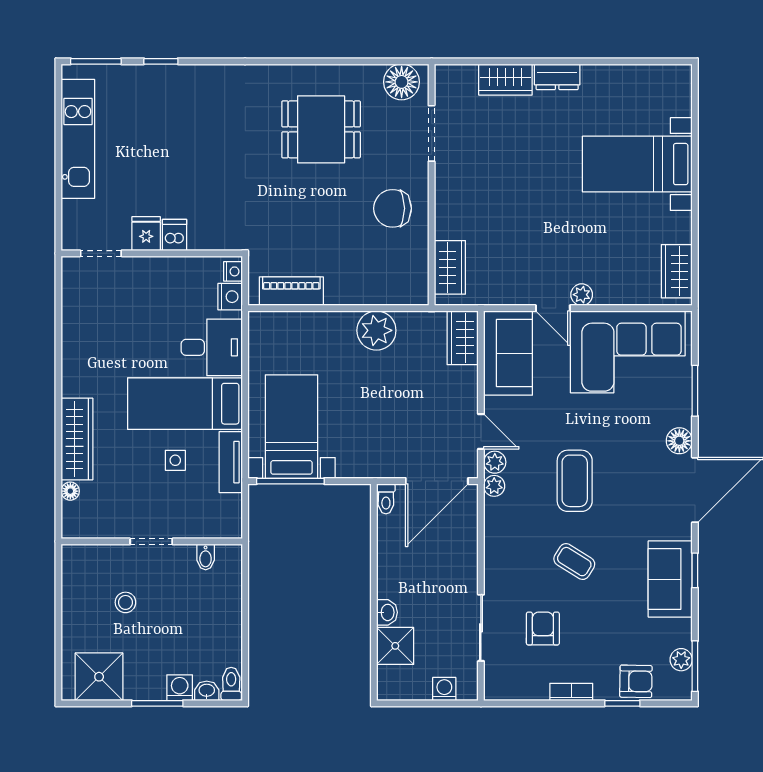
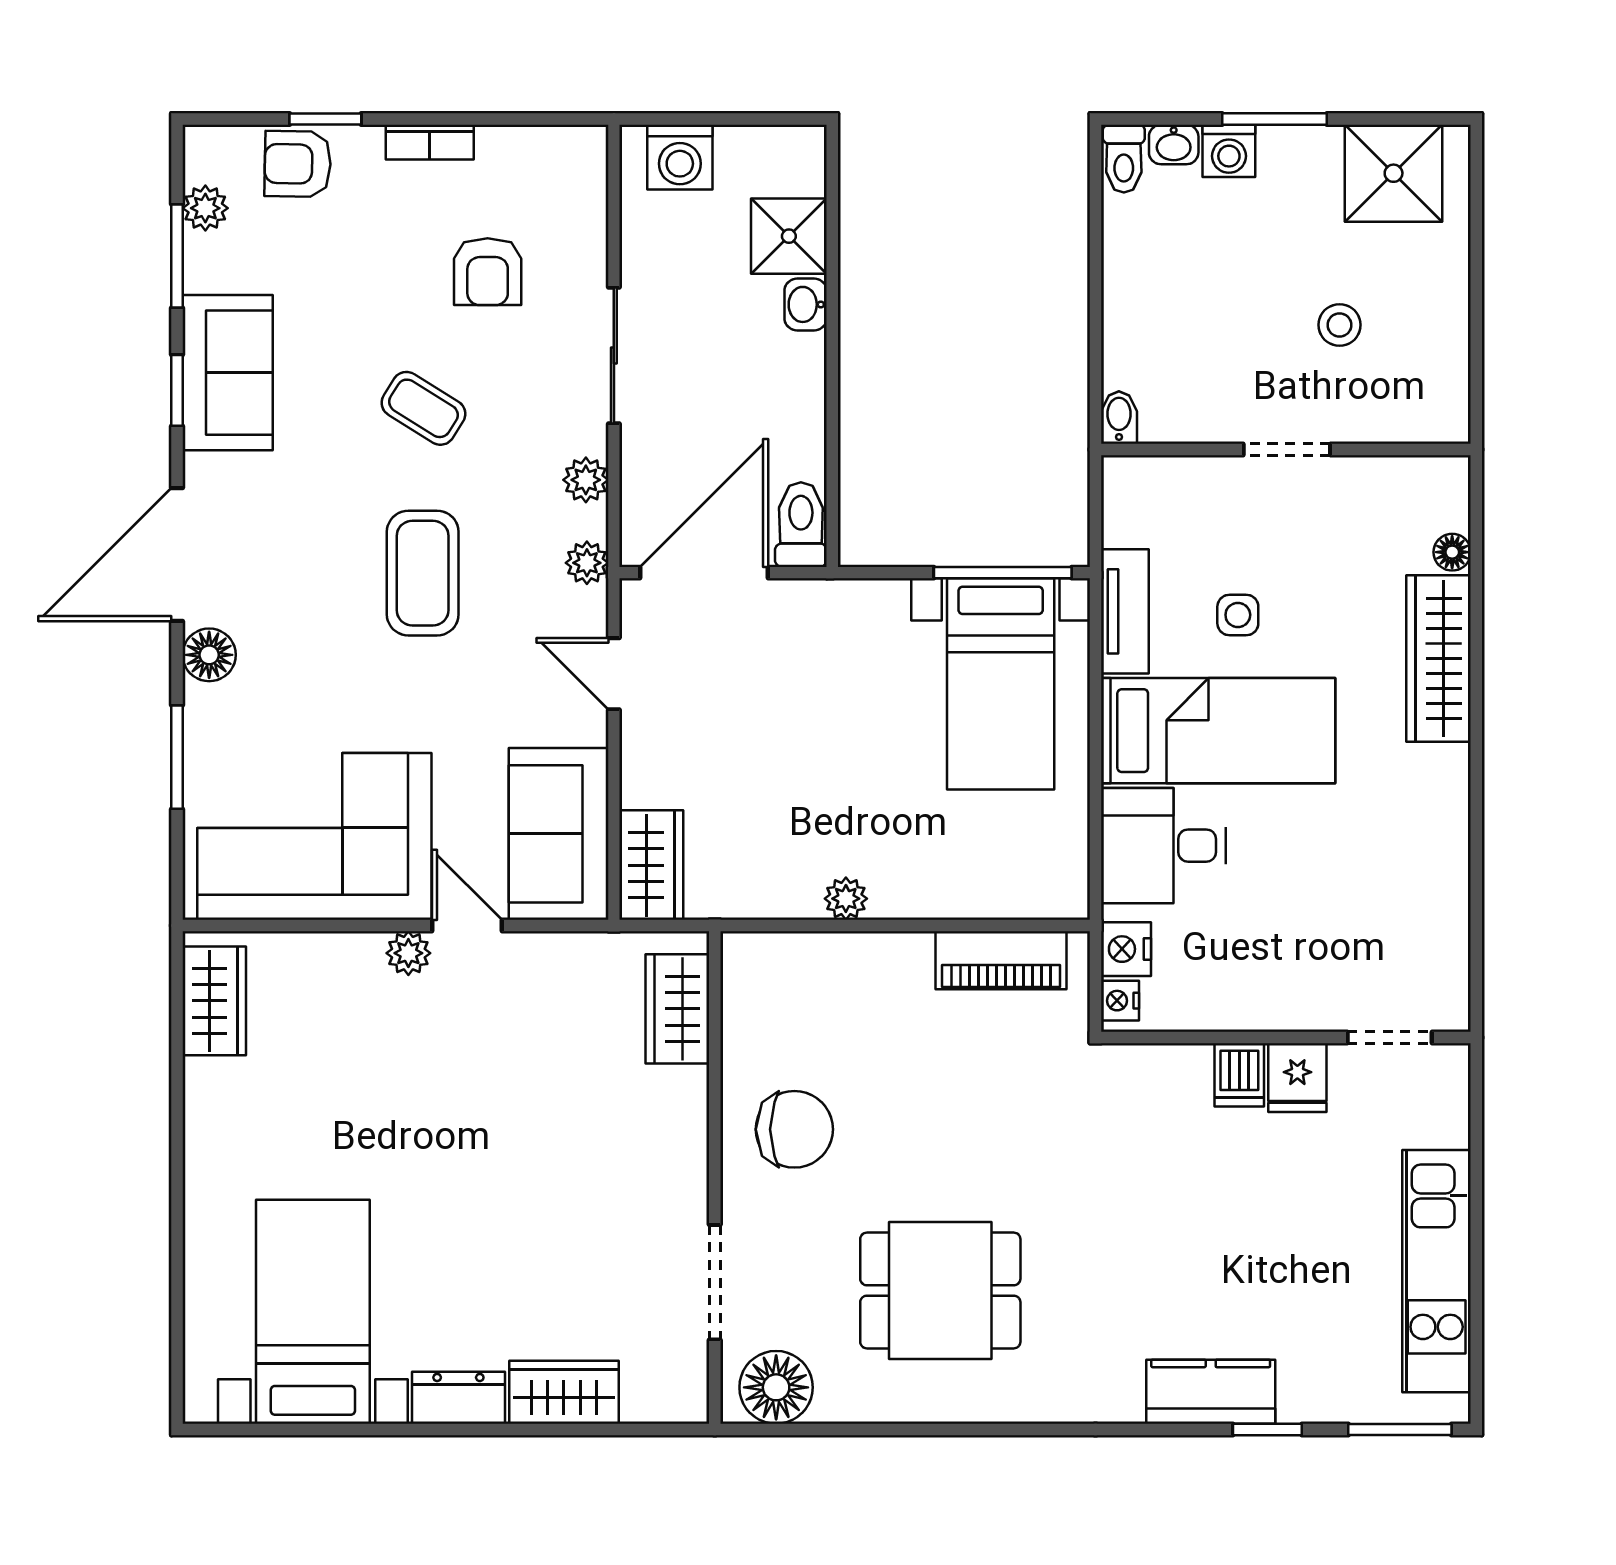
kitchen counter: (189, 80) -> (1211, 1392), added
bed with nightstands: (637, 164) -> (313, 1312), moved, turned -90
plant: (376, 330) -> (846, 899), width x0.53, depth x0.53
plant: (495, 462) -> (586, 480), moved
toilet: (386, 499) -> (801, 525), width x1.37, depth x1.39
bidet: (206, 557) -> (1119, 418), moved
sliding door: (481, 628) -> (614, 355), moved
window: (695, 666) -> (177, 256), moved
washing machine: (444, 689) -> (680, 157), width x1.38, depth x1.38

